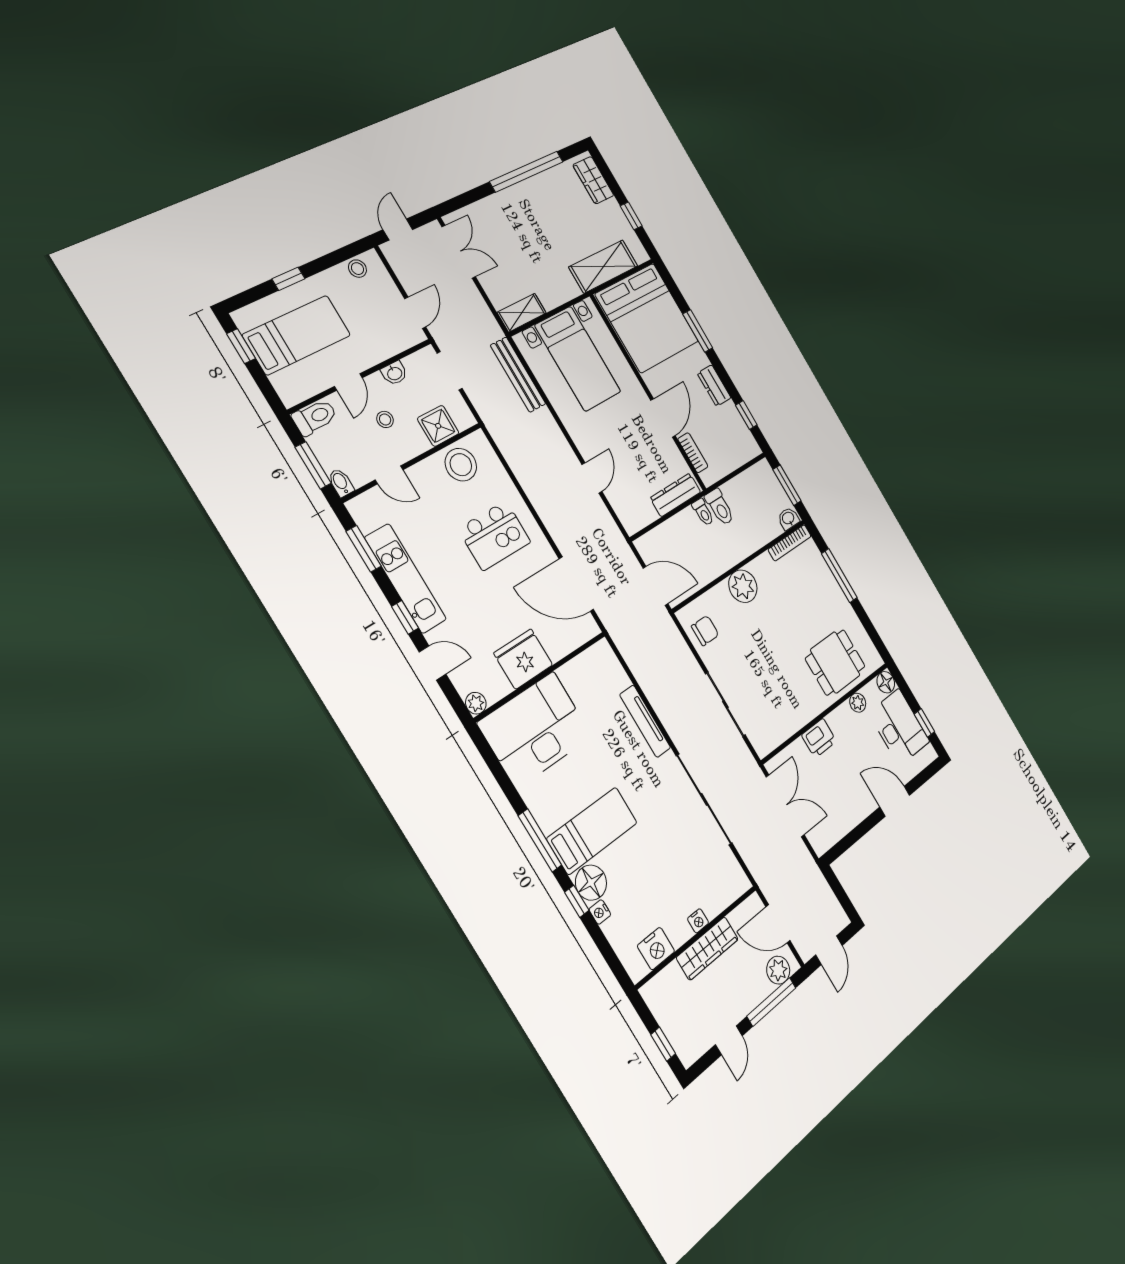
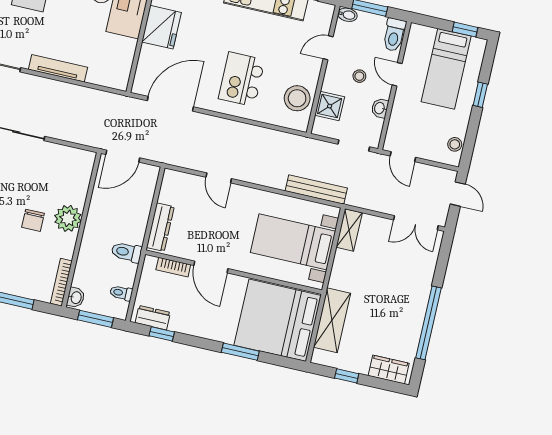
dresser: (714, 386) -> (153, 318), moved
toilet: (703, 512) -> (121, 293), moved
chair: (705, 631) -> (33, 220), moved

